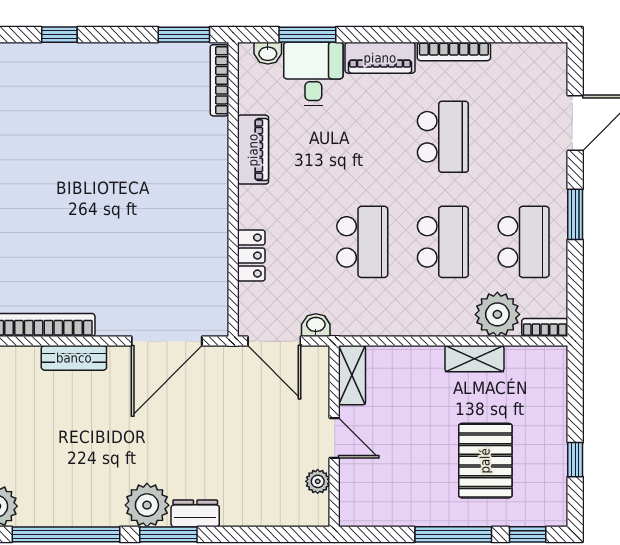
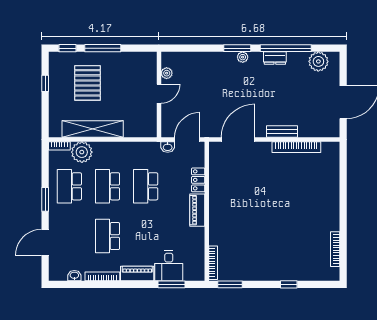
washbasin: (268, 53) -> (74, 276), moved
piano: (253, 150) -> (197, 210), moved
door: (274, 341) -> (187, 139), hinge flipped
shelving: (474, 359) -> (93, 129), width x2.20, depth x1.33
shelving: (352, 375) -> (150, 123), removed
door: (334, 438) -> (159, 94), swing flipped
plant: (147, 505) -> (243, 57), width x0.53, depth x0.53
dresser: (195, 513) -> (275, 58), moved

